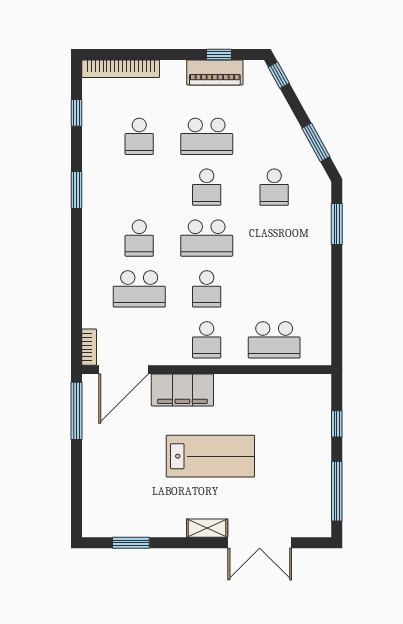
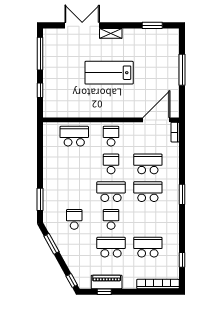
school desk: (139, 136) -> (148, 247), width x1.85
window: (77, 190) -> (182, 194), moved
school desk: (139, 238) -> (148, 192), width x1.85
filing cabinet: (182, 390) -> (124, 109), removed
window: (77, 411) -> (182, 70), moved

